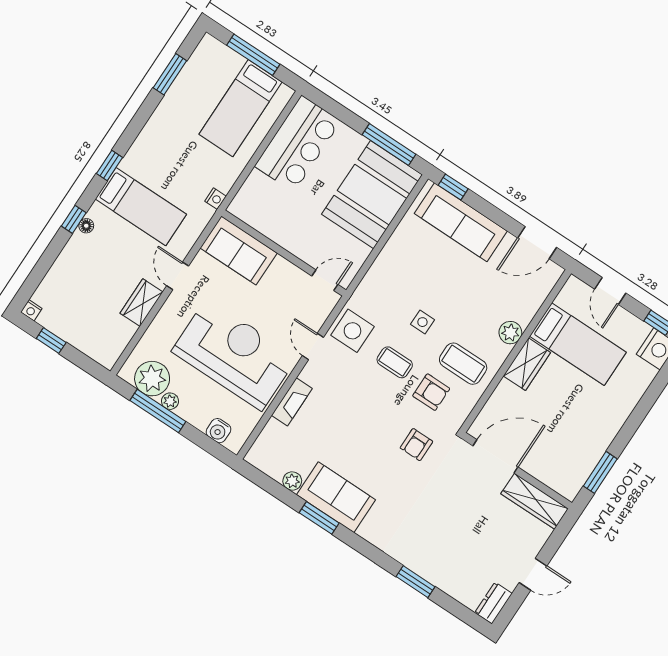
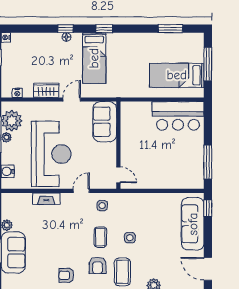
booth: (372, 195) -> (177, 170), removed
nightstand: (216, 199) -> (17, 93), moved
side table: (352, 331) -> (102, 205), width x0.54, depth x0.54

